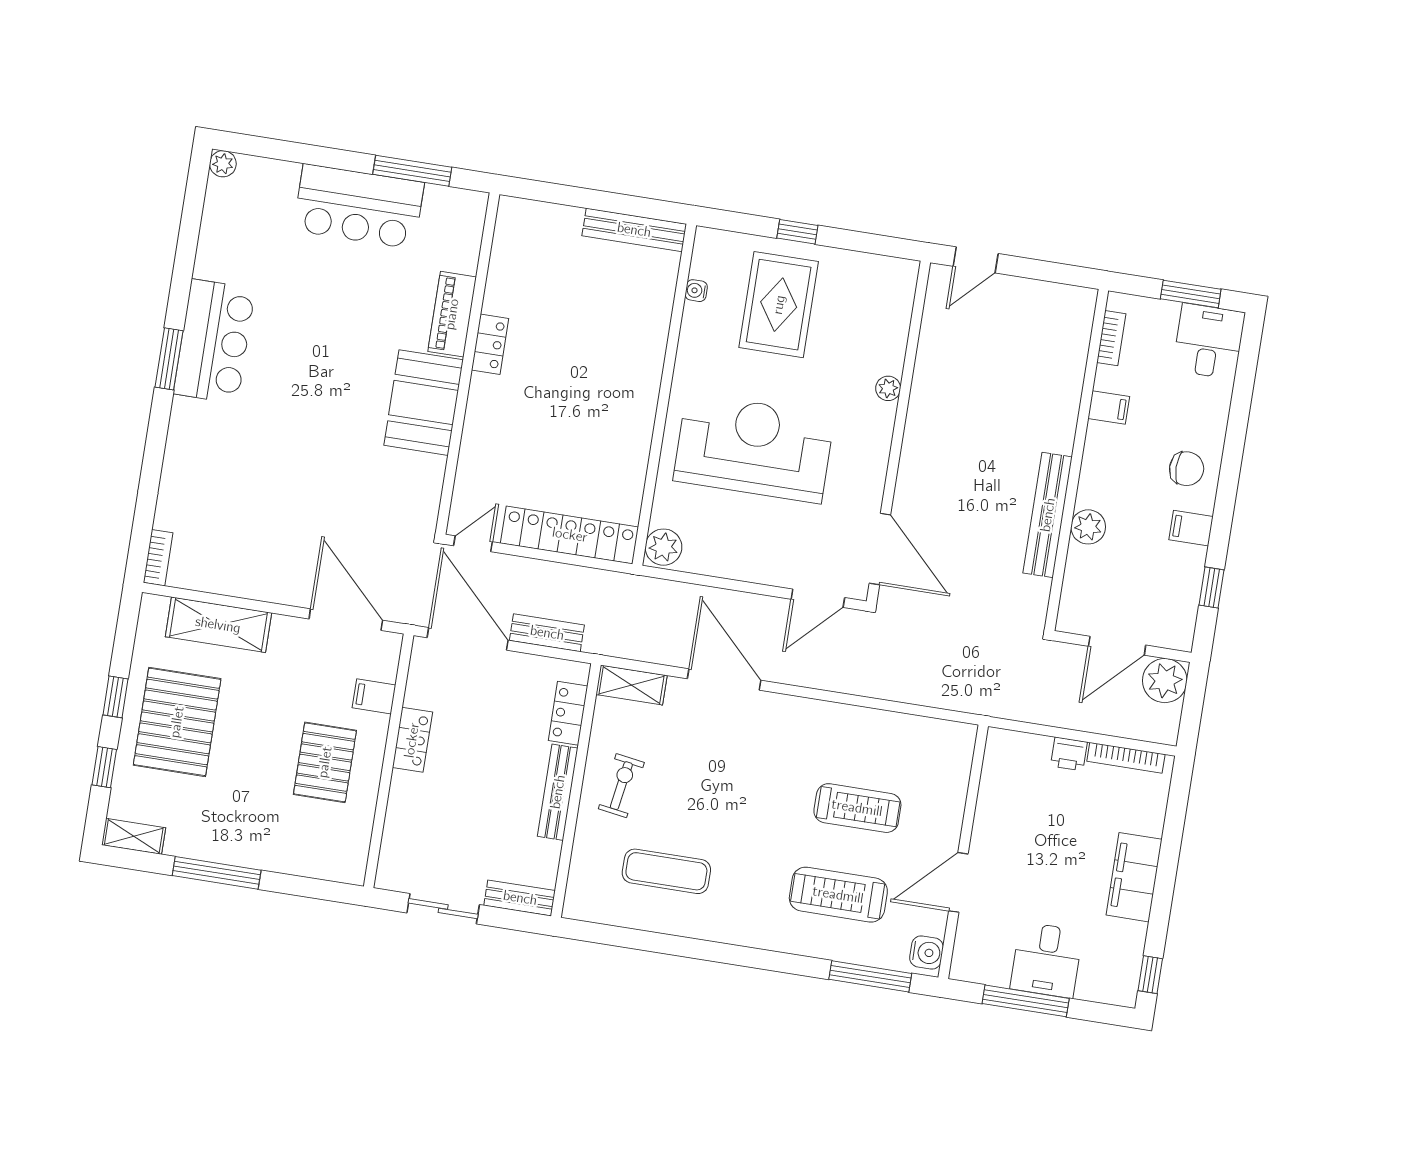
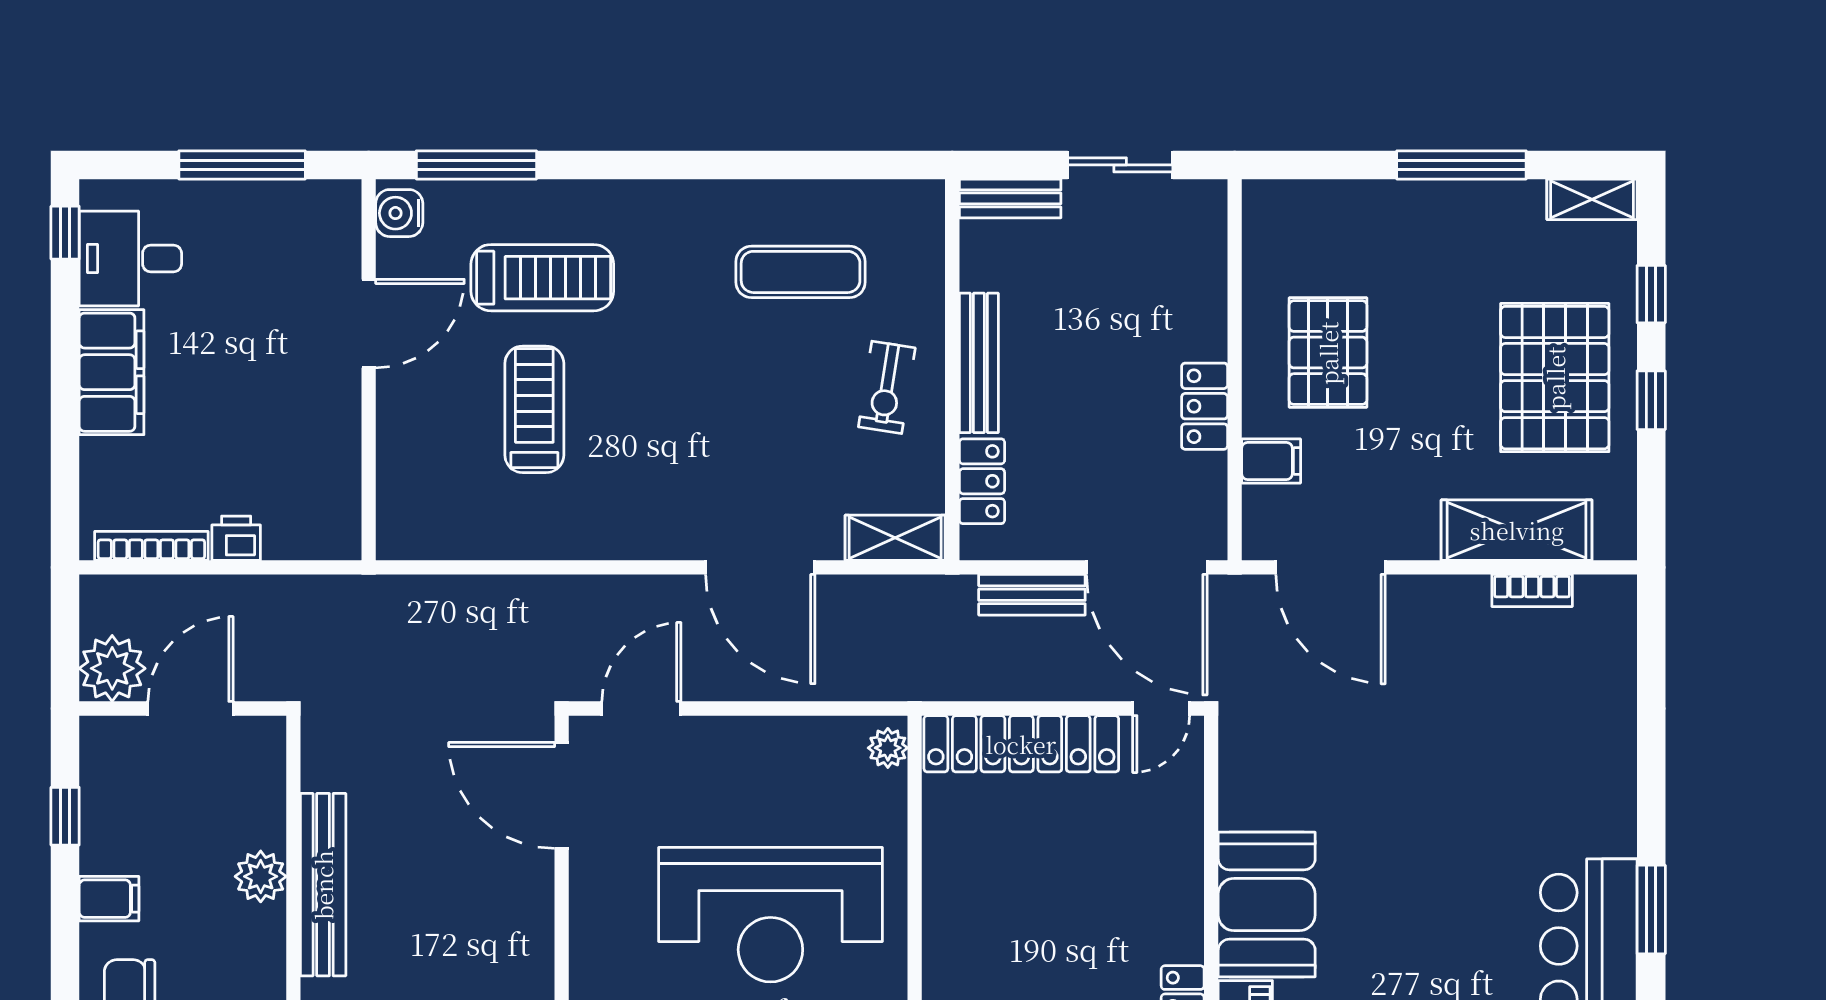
plant: (663, 547) -> (888, 748), width x0.73, depth x0.73
bookcase: (158, 558) -> (1532, 590), moved, turned -90
treadmill: (857, 808) -> (534, 409), turned 90
desk: (1046, 960) -> (130, 259), moved, turned -90

